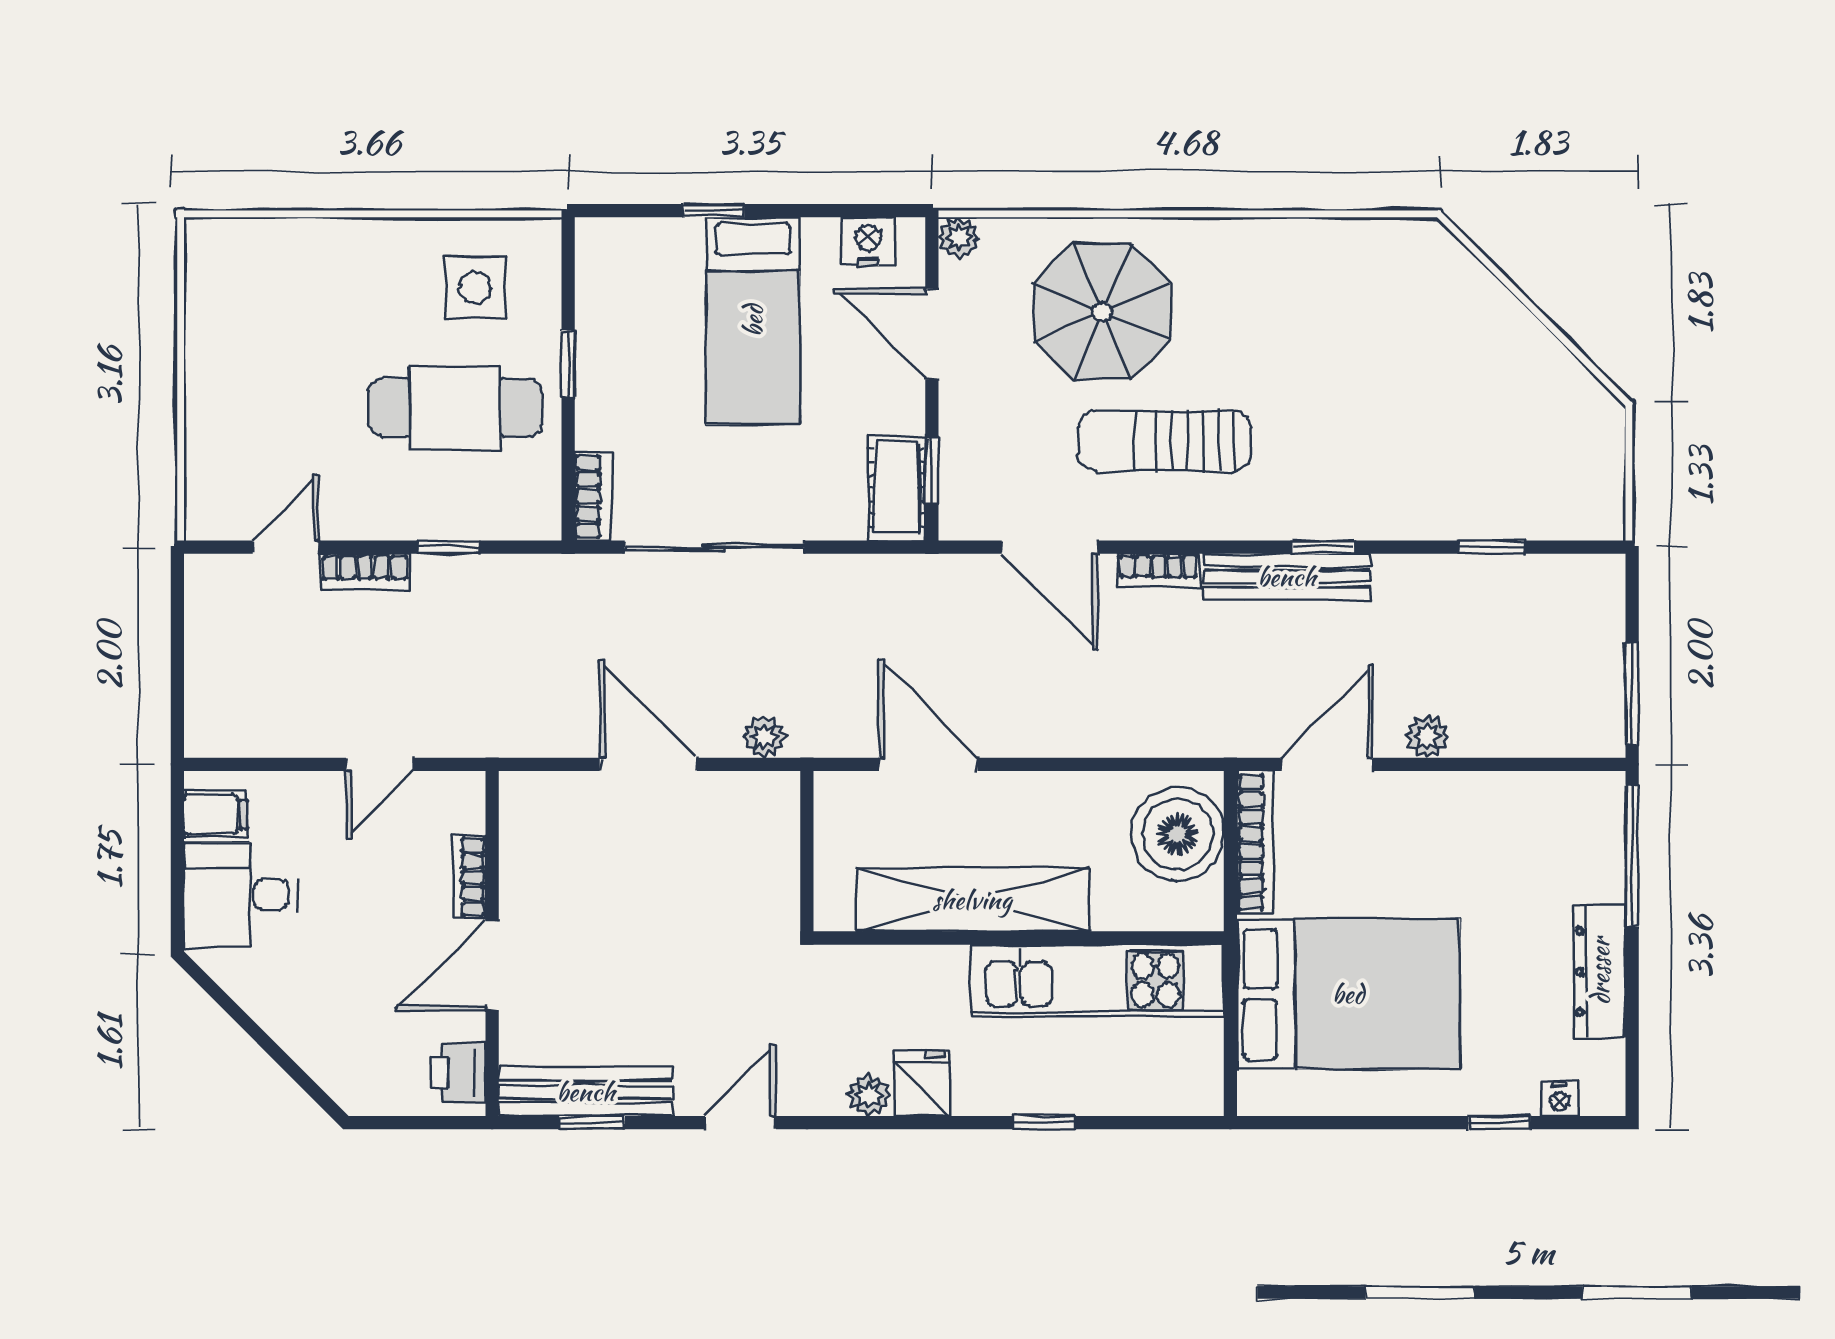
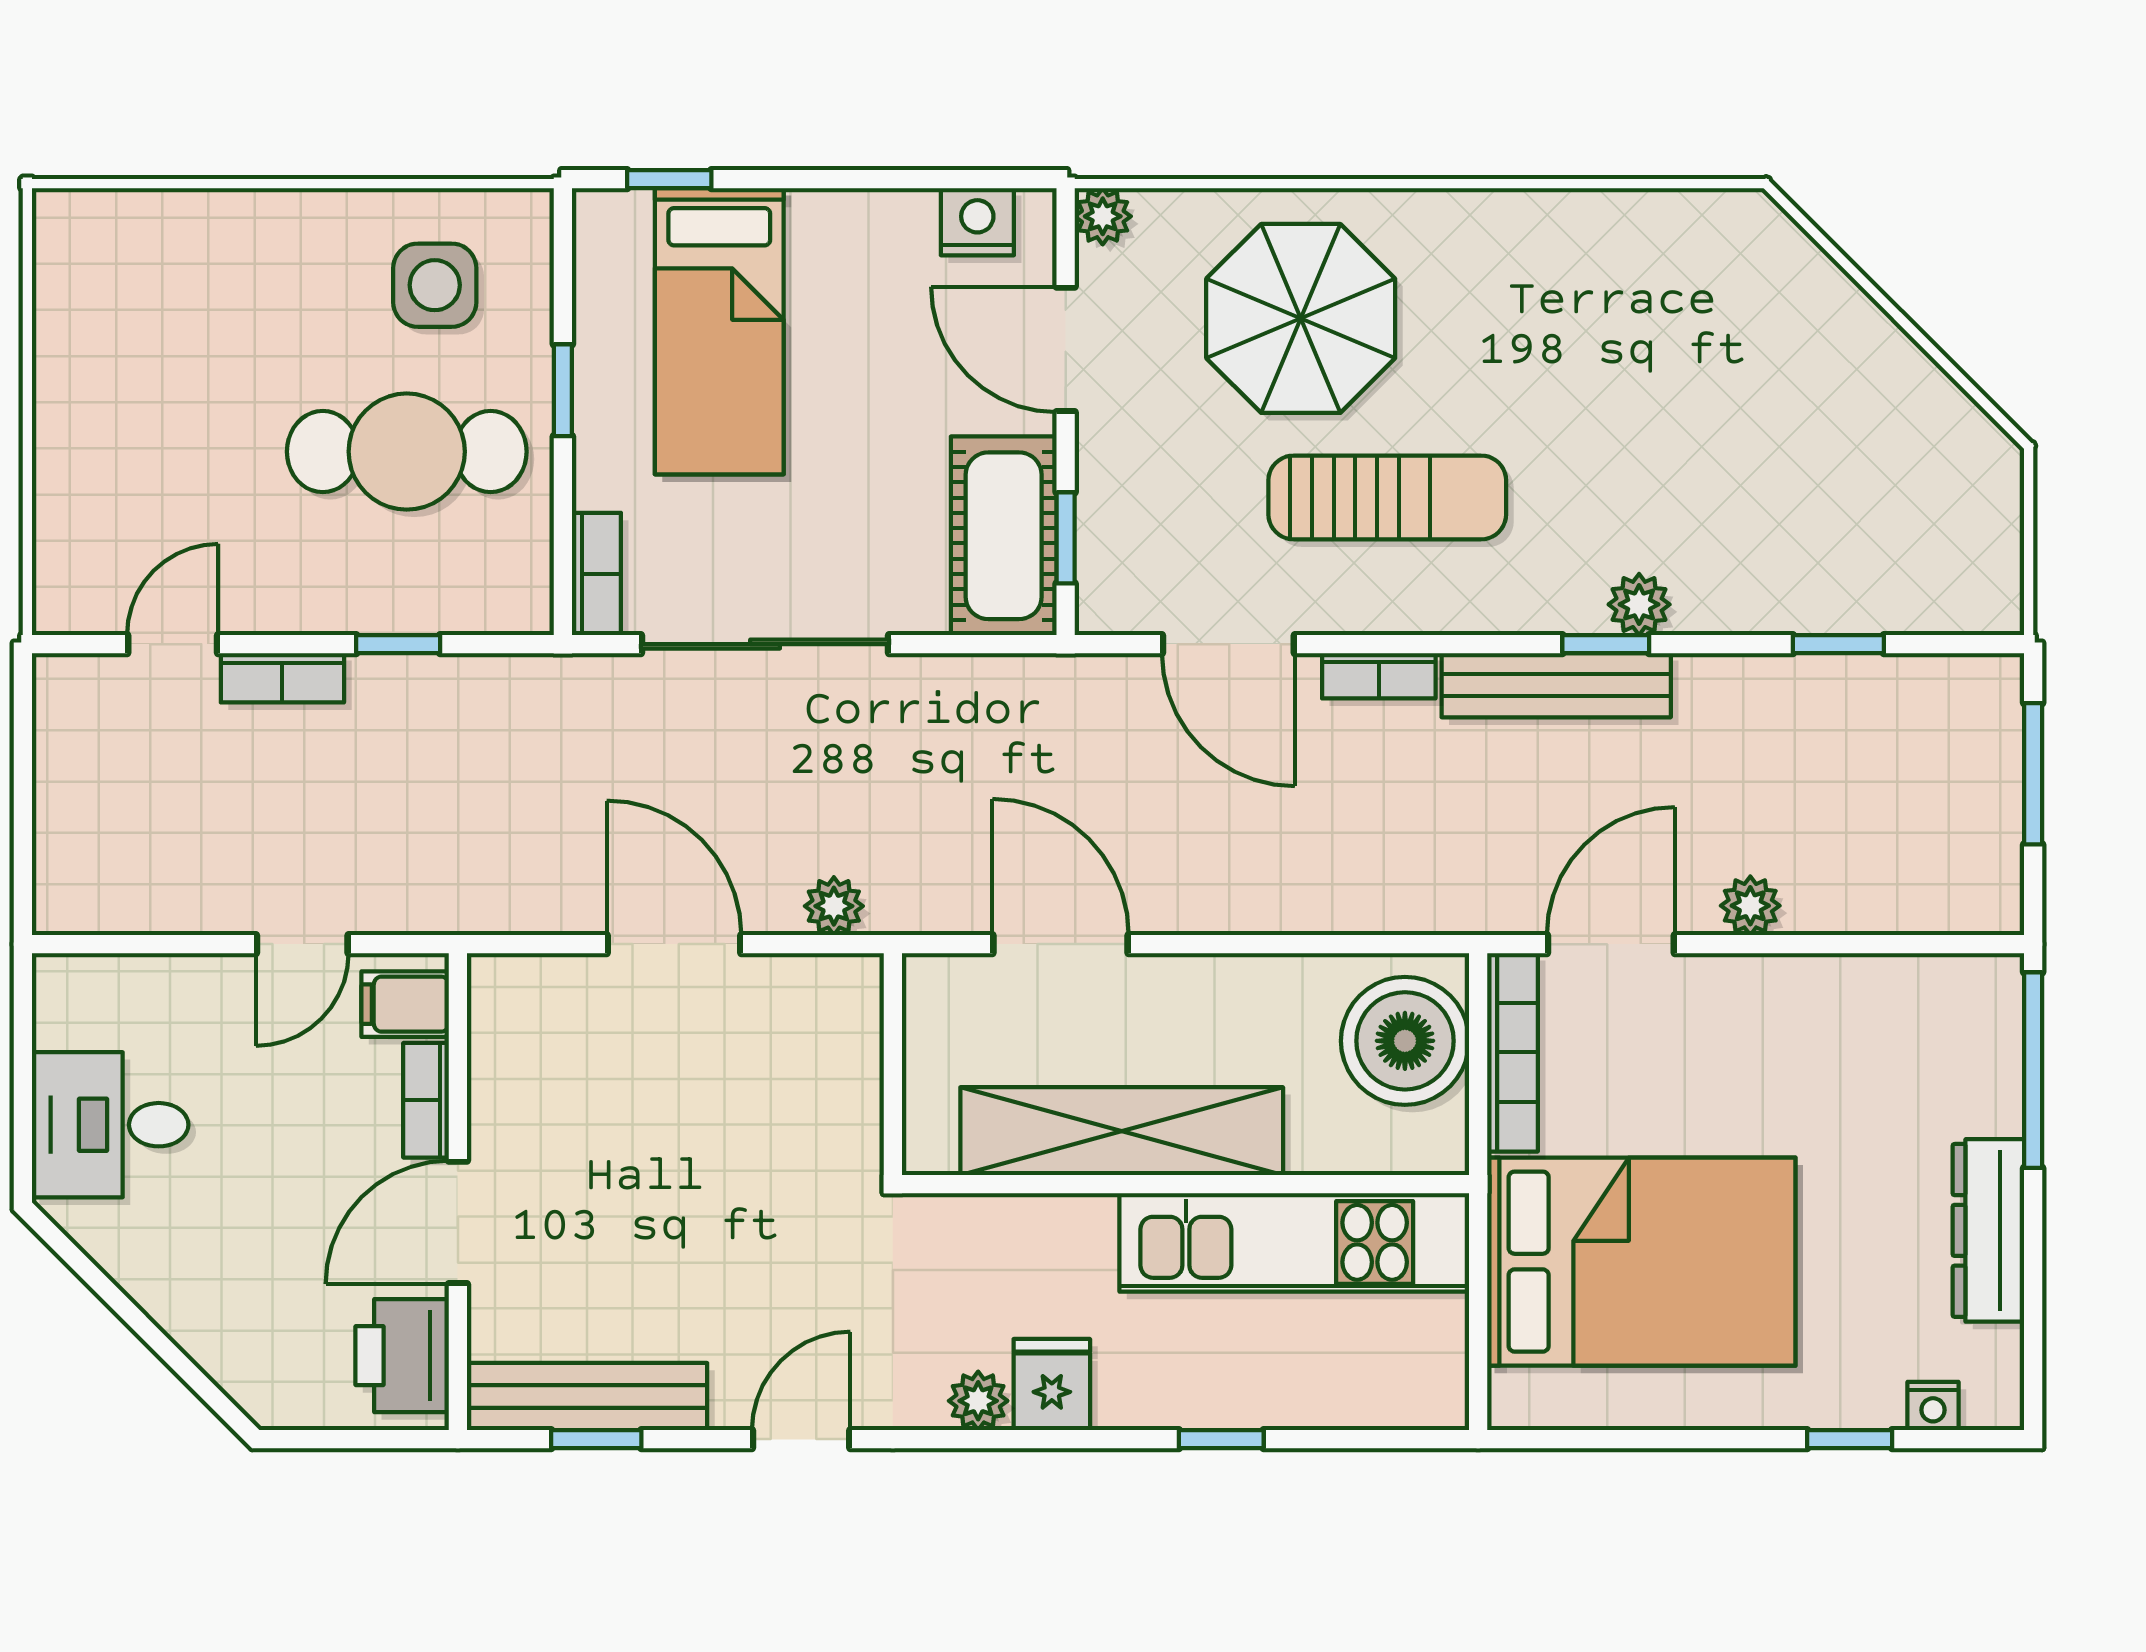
window: (714, 211) -> (669, 179), moved
bed: (753, 321) -> (719, 331), moved
sun lounger: (1165, 441) -> (1387, 497), turned 180
cot: (897, 488) -> (1004, 536), width x1.37, depth x1.34
plant: (1347, 518) -> (1639, 604), added
window: (1632, 694) -> (2033, 774), moved
filing cabinet: (215, 814) -> (405, 1004), moved, turned 180
printer: (458, 1073) -> (402, 1356), width x1.36, depth x1.24

